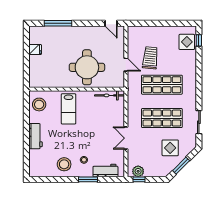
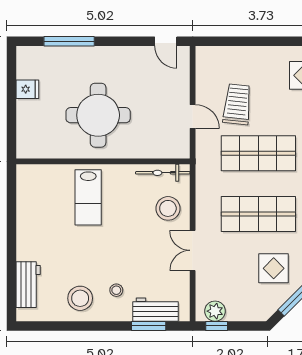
round table: (87, 67) -> (98, 115), moved
stool: (39, 104) -> (168, 208), moved
workbench: (36, 136) -> (28, 285), moved
window: (88, 179) -> (149, 326), moved

